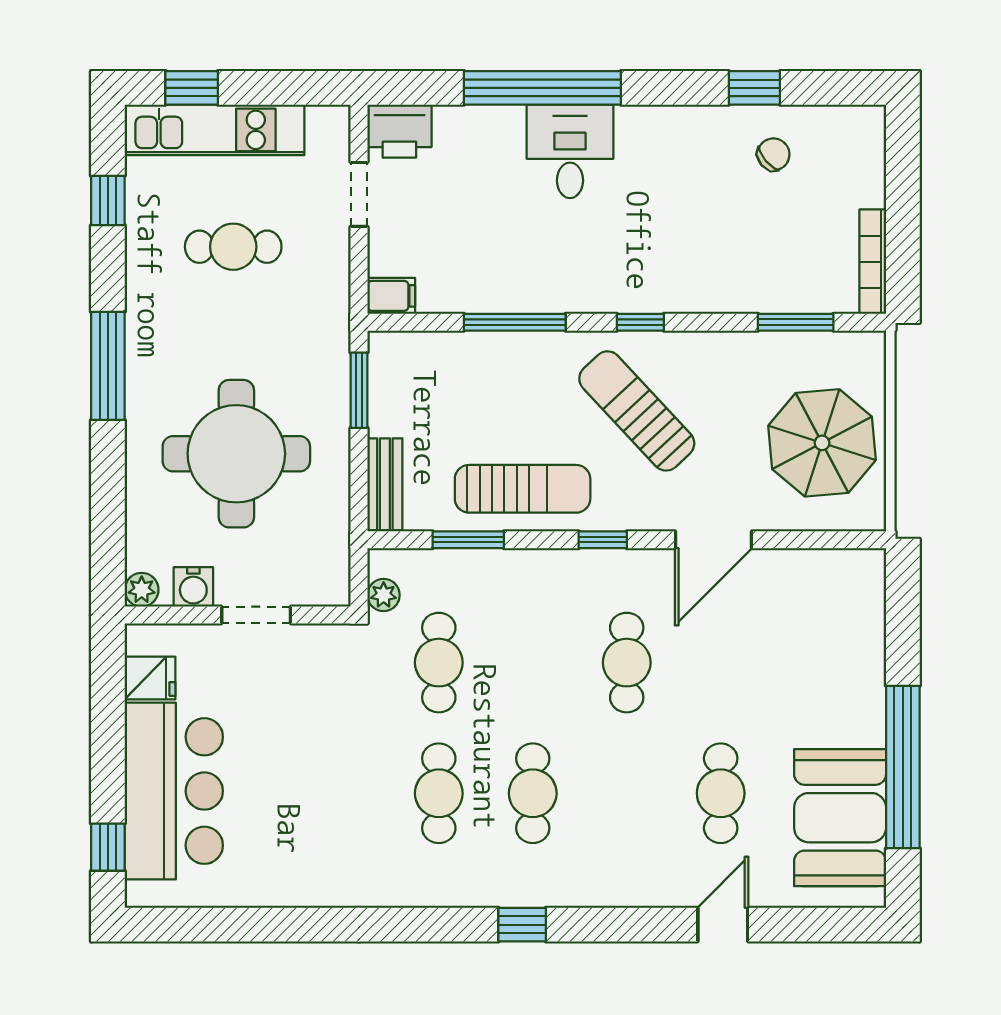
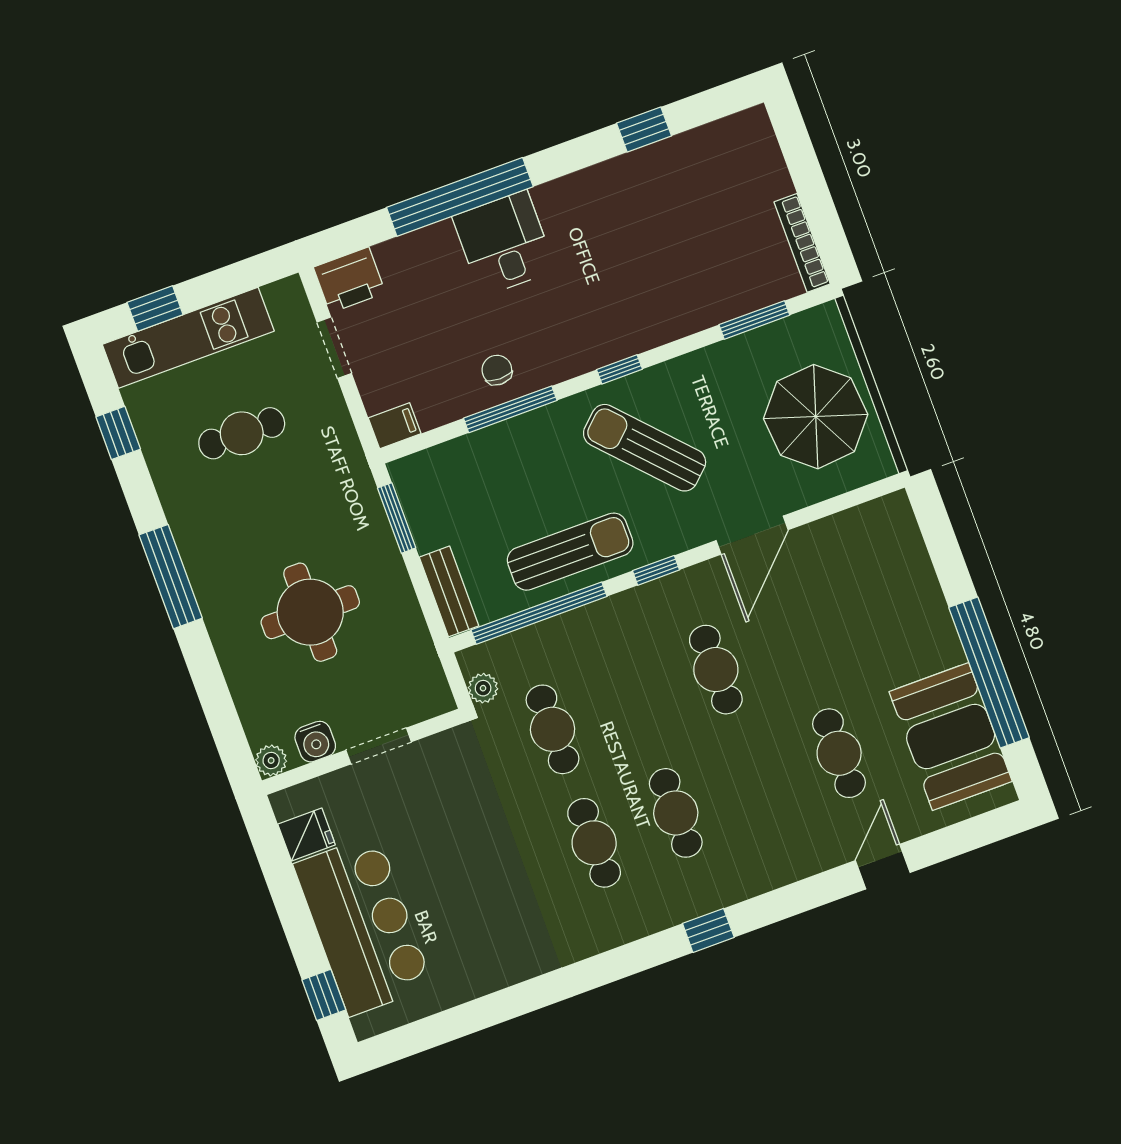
chair: (773, 154) -> (497, 370), moved, turned -50
round table: (236, 454) -> (310, 612), width x0.73, depth x0.73
window: (468, 540) -> (539, 613), width x2.11

